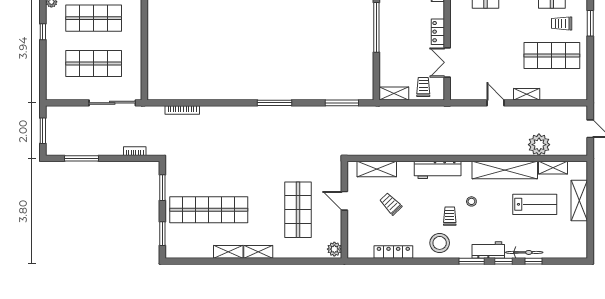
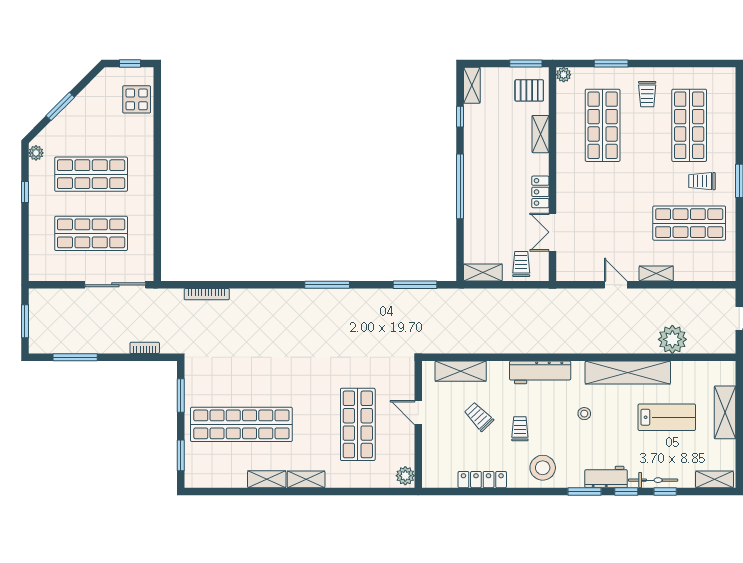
shelving: (553, 168) -> (714, 479), moved
trolley: (450, 216) -> (520, 429), moved

